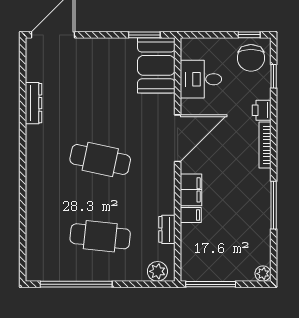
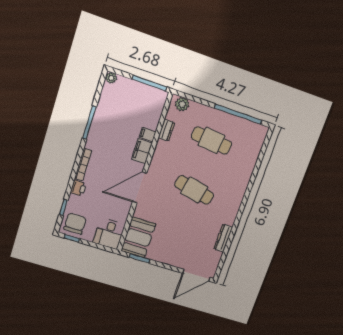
desk: (201, 79) -> (109, 234), moved, turned 90

